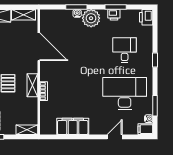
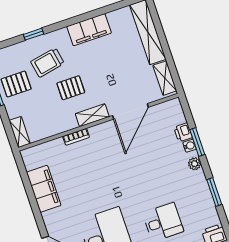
printer: (114, 15) -> (183, 132), moved
plant: (91, 18) -> (195, 164), width x0.53, depth x0.53
shelving: (32, 85) -> (92, 115), moved

